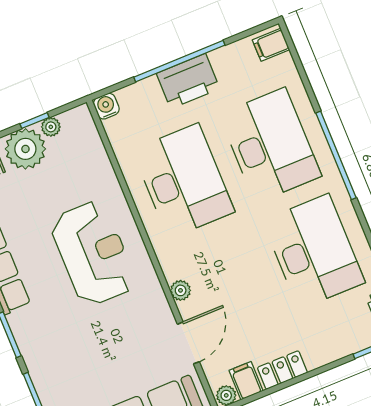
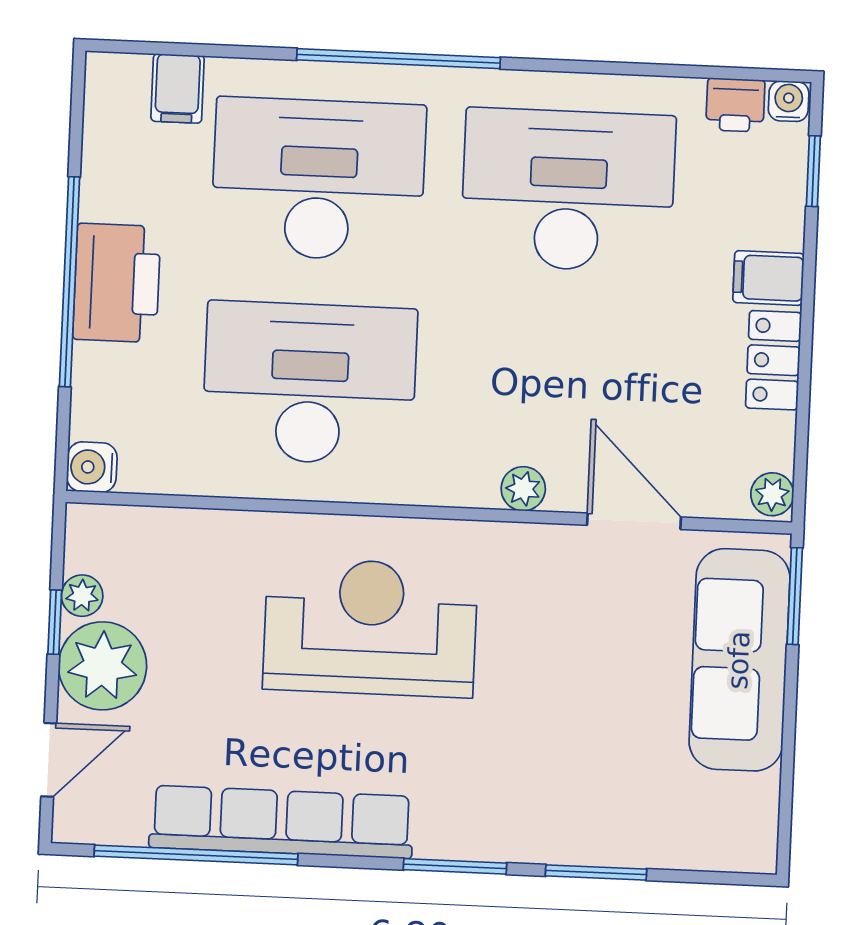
filing cabinet: (271, 45) -> (178, 88), moved
filing cabinet: (246, 381) -> (768, 278), moved

